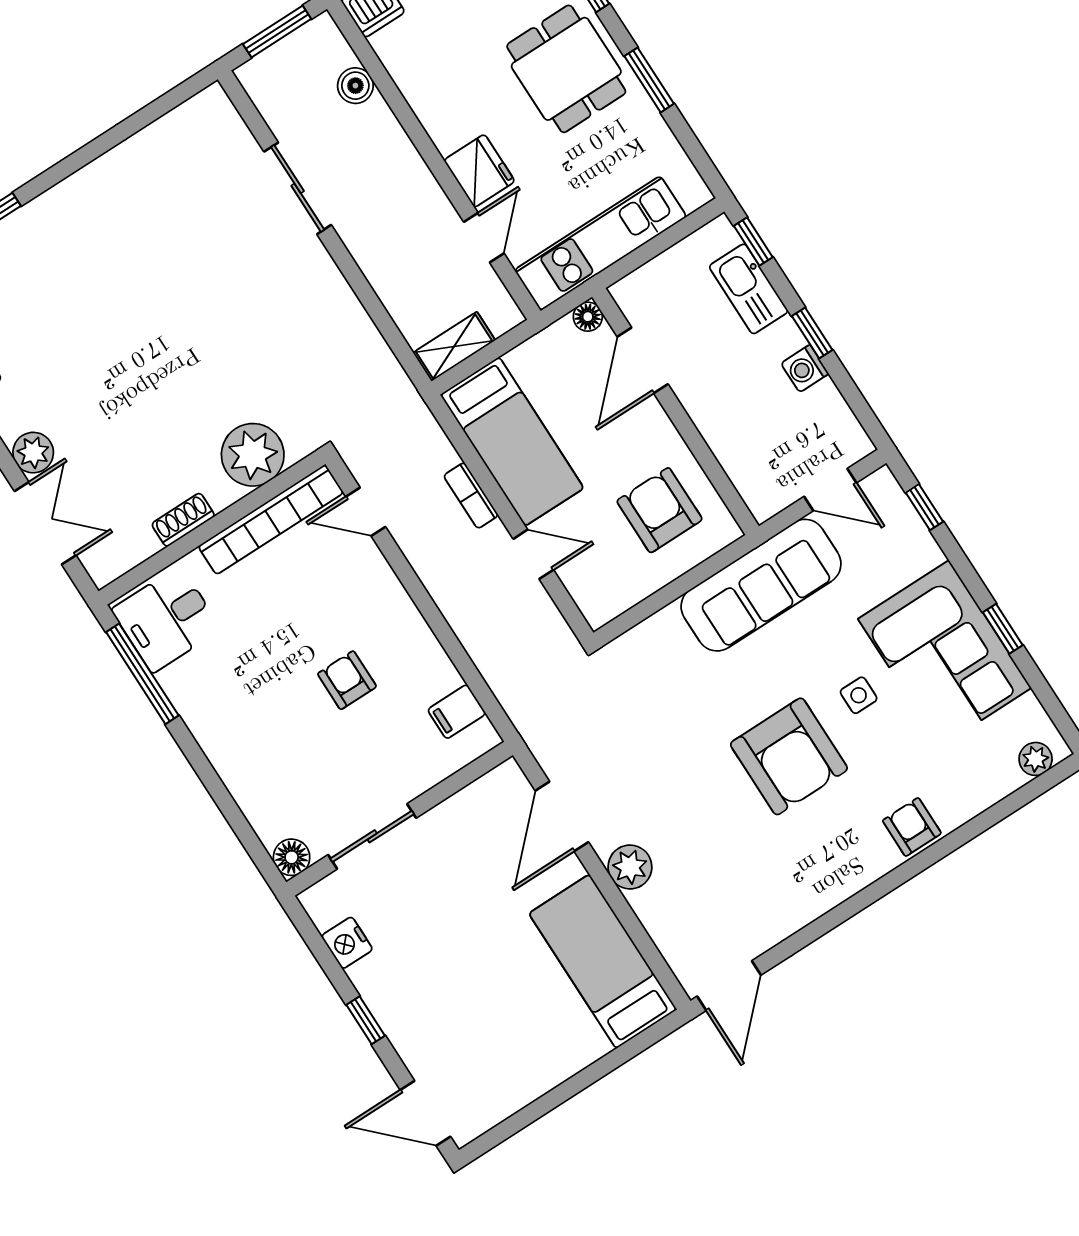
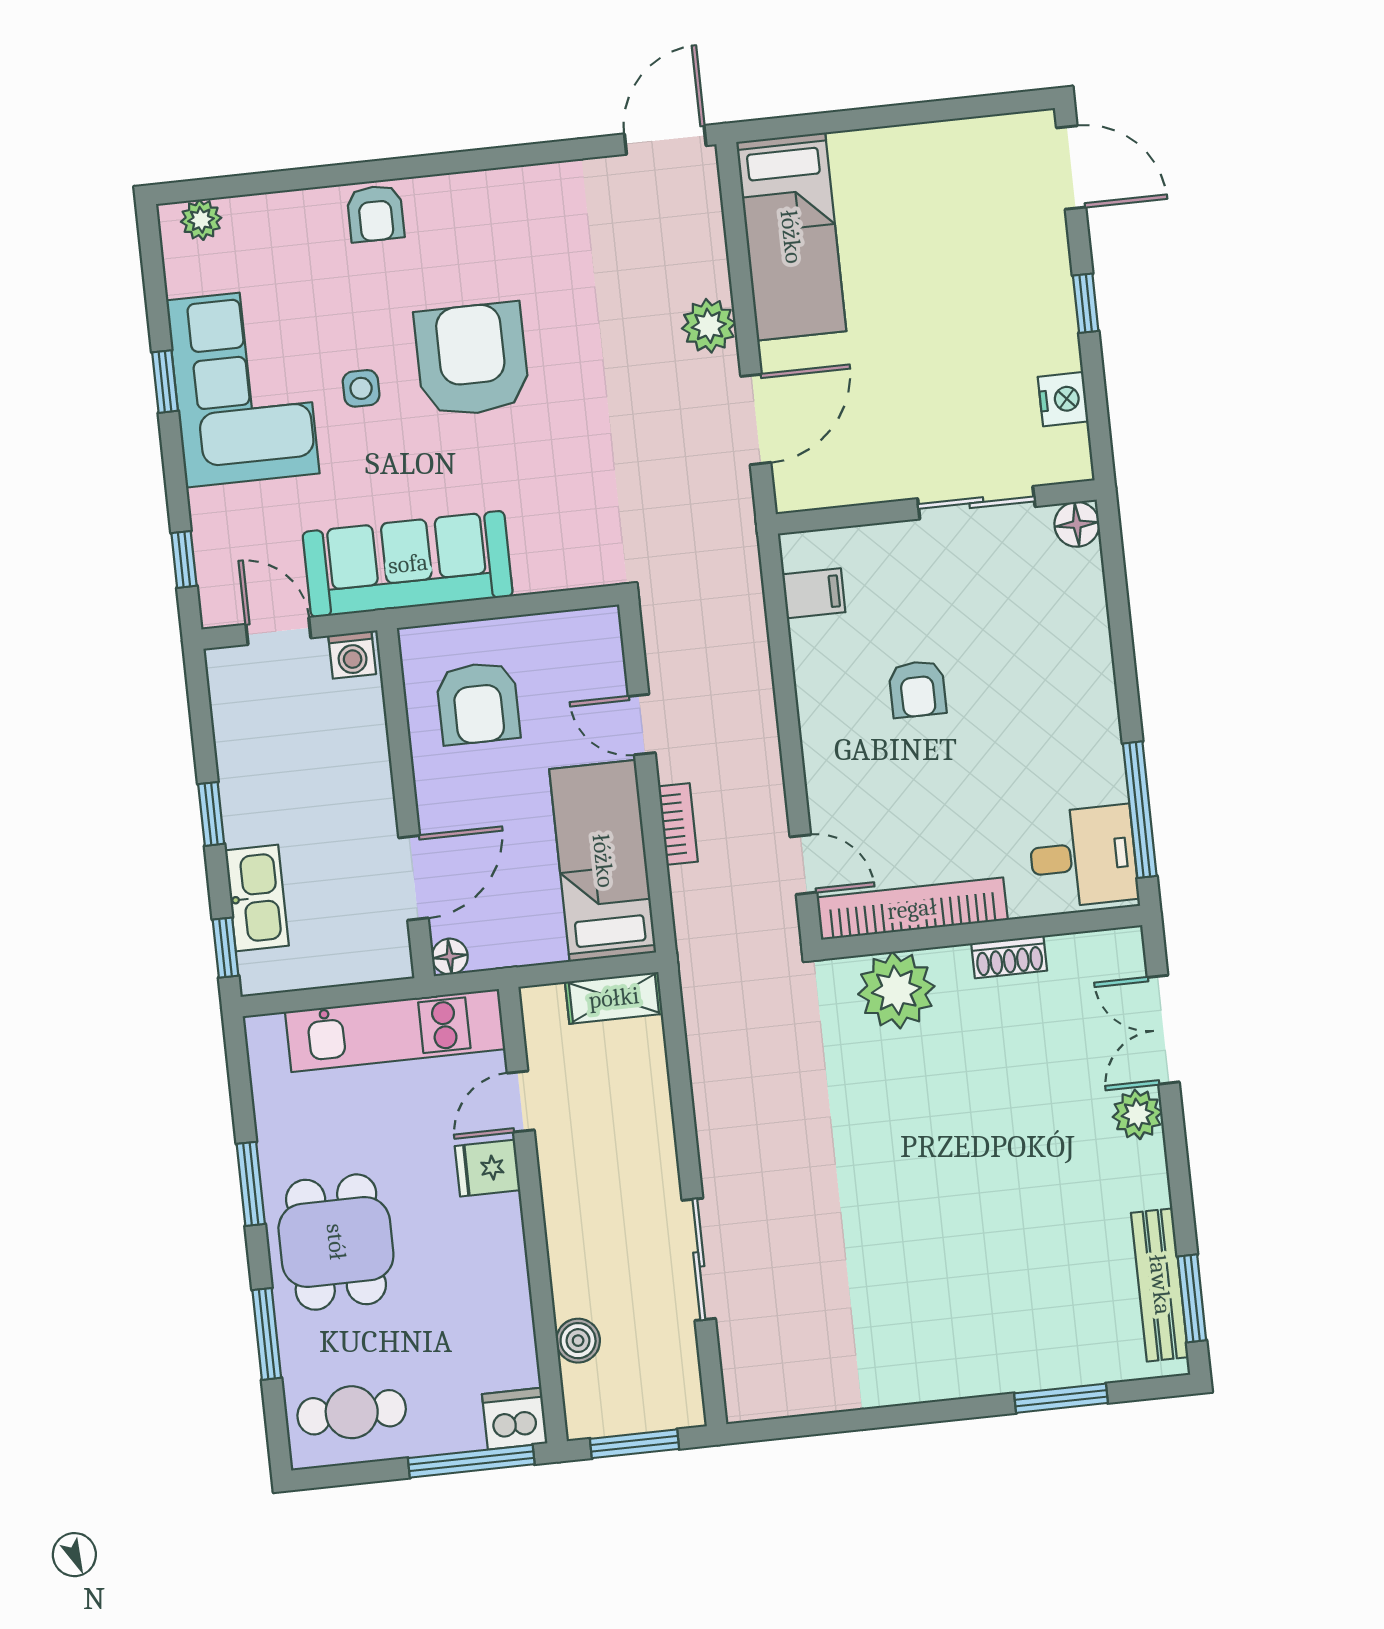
fridge: (479, 171) -> (487, 1168), width x0.72
washing machine: (805, 369) -> (352, 655), moved, turned 90

